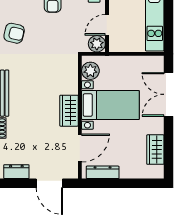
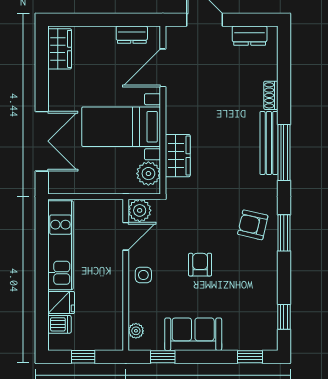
wardrobe: (69, 111) -> (178, 156), moved
wardrobe: (155, 150) -> (60, 49), moved
dresser: (103, 172) -> (132, 35), width x0.70

